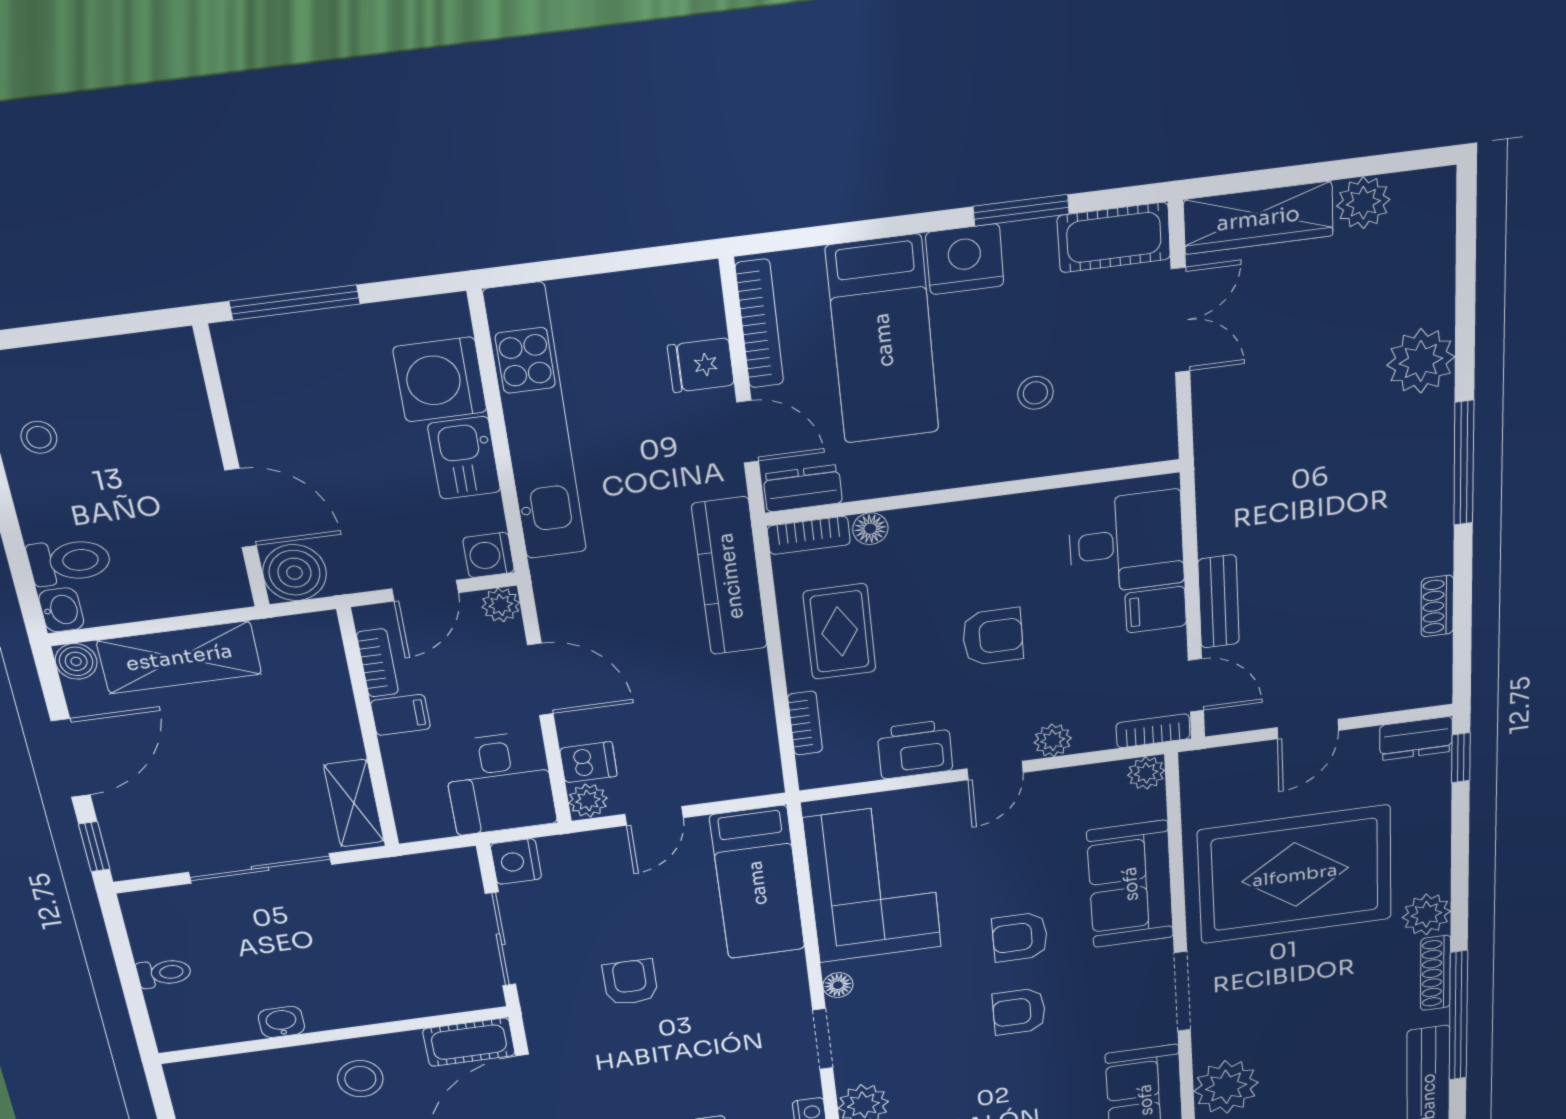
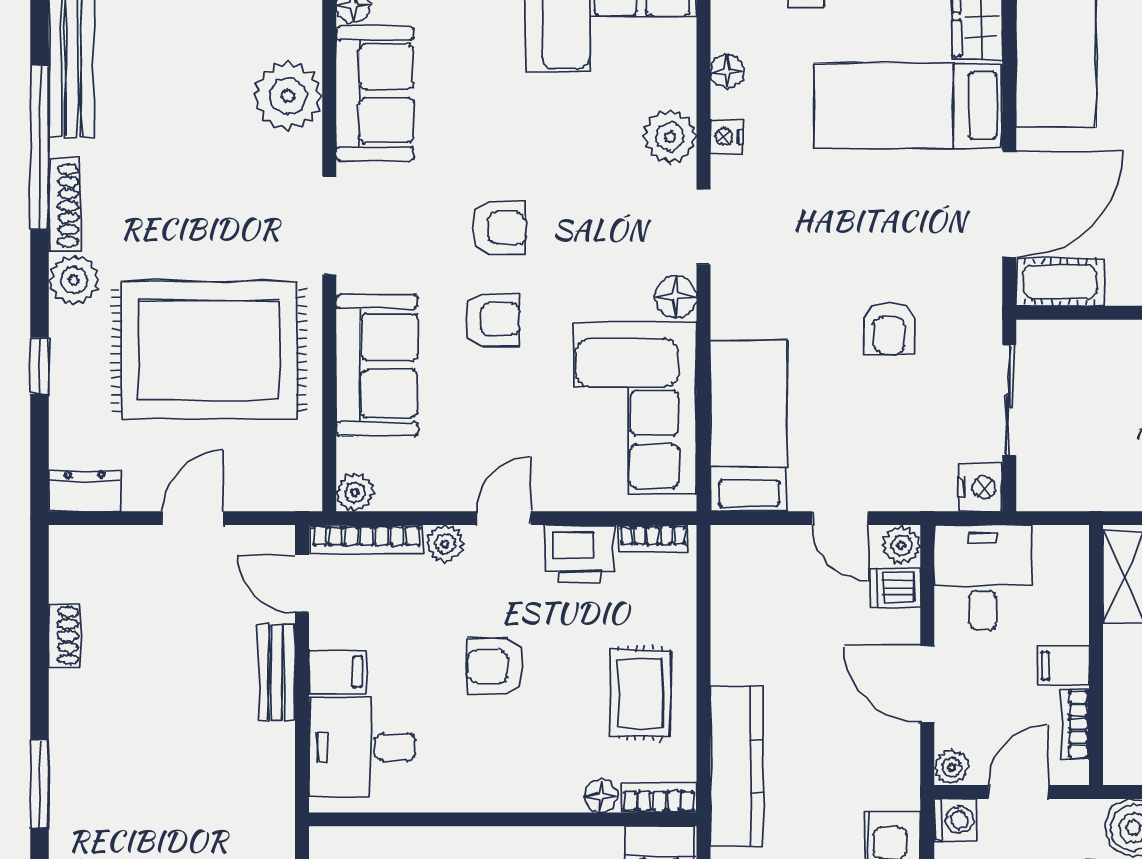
window: (1464, 463) -> (39, 784), width x0.69
bookcase: (805, 723) -> (653, 539), moved, turned -90
bookcase: (1153, 731) -> (366, 539), width x1.56
window: (1461, 758) -> (39, 366), moved
door: (654, 816) -> (840, 518), swing flipped
floor lamp: (838, 985) -> (676, 297), width x1.37, depth x1.37

